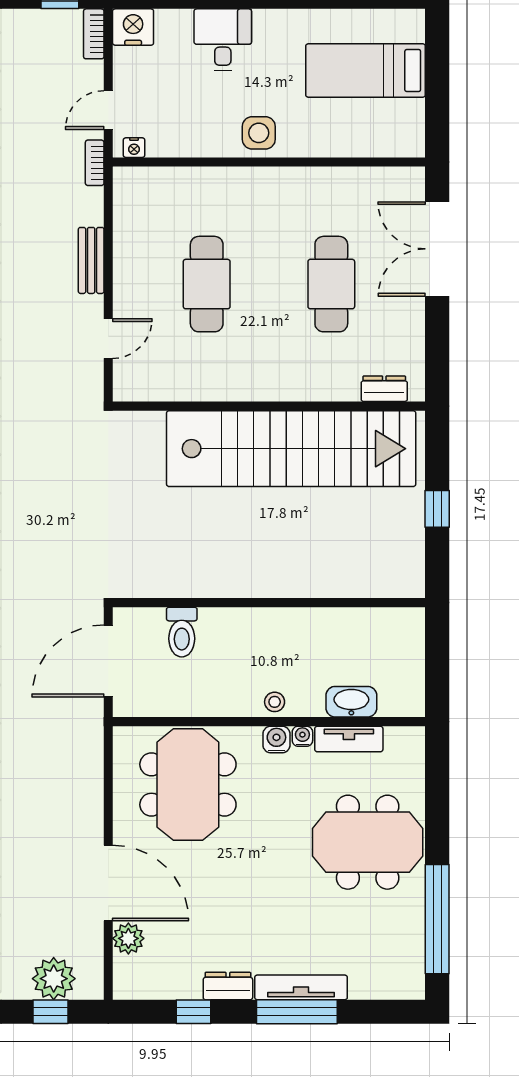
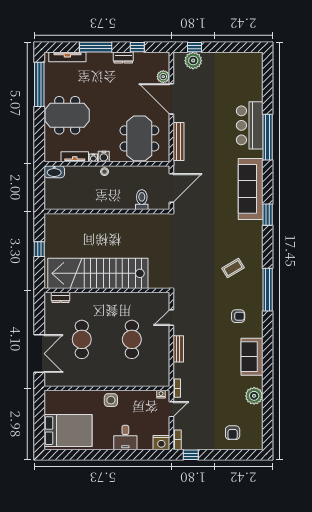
bed: (366, 71) -> (68, 431), width x1.50
washbasin: (351, 702) -> (54, 172), moved
bench: (90, 777) -> (178, 141), added
tv unit: (301, 987) -> (67, 57), moved

